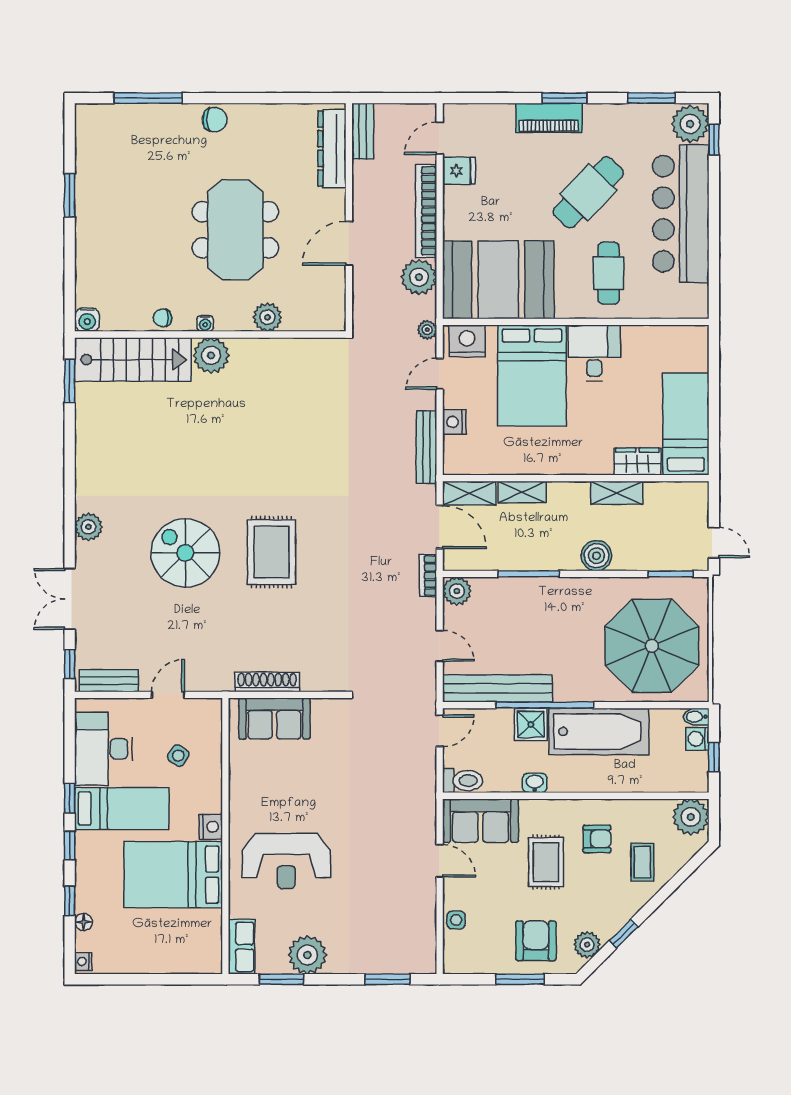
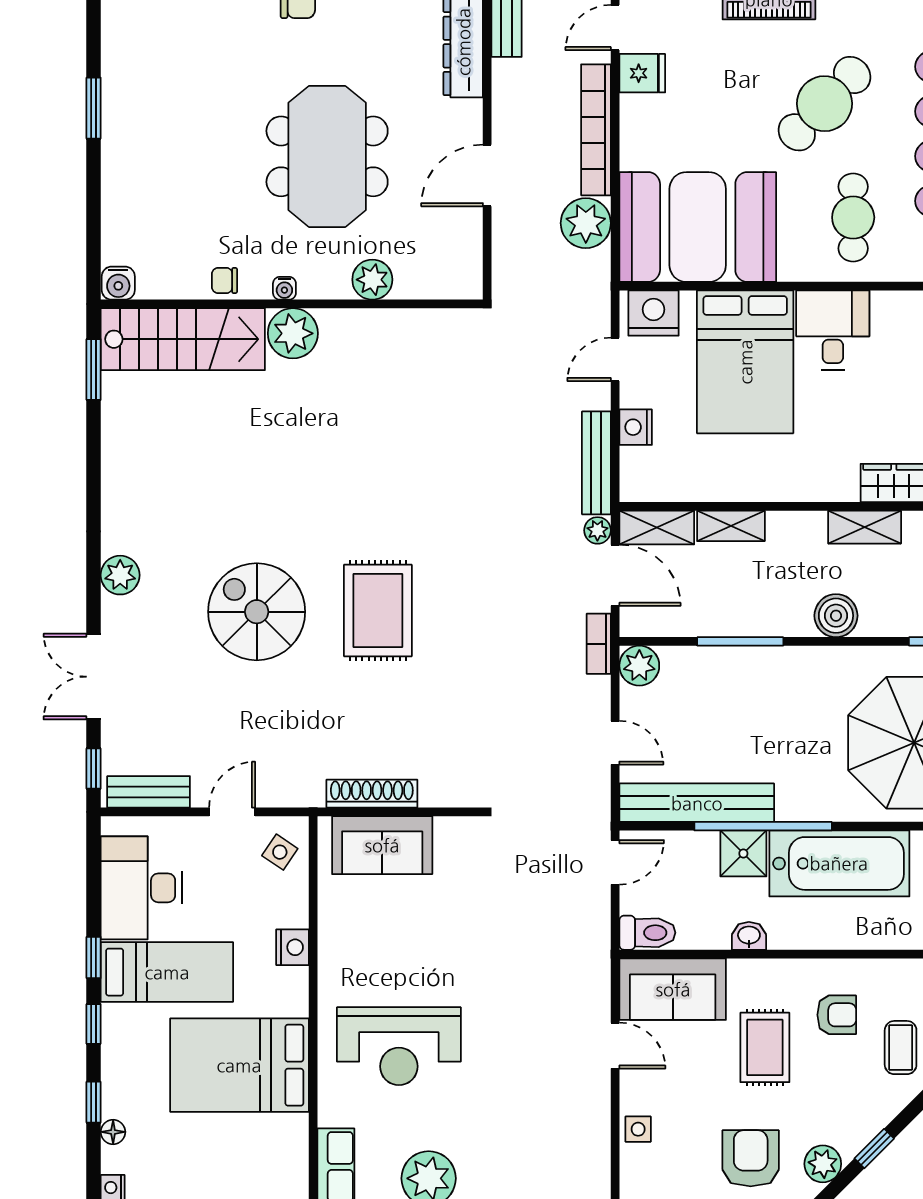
plant: (427, 330) -> (597, 530), moved
side table: (178, 756) -> (280, 852), moved
nightstand: (211, 827) -> (292, 947), moved

